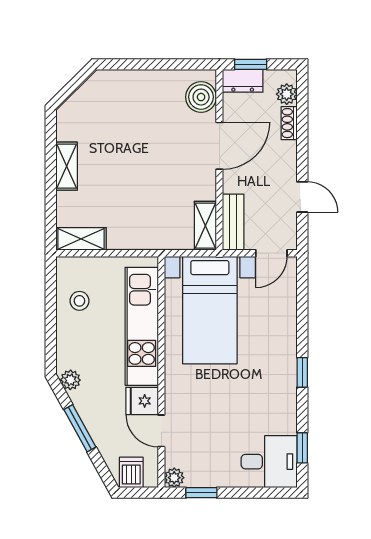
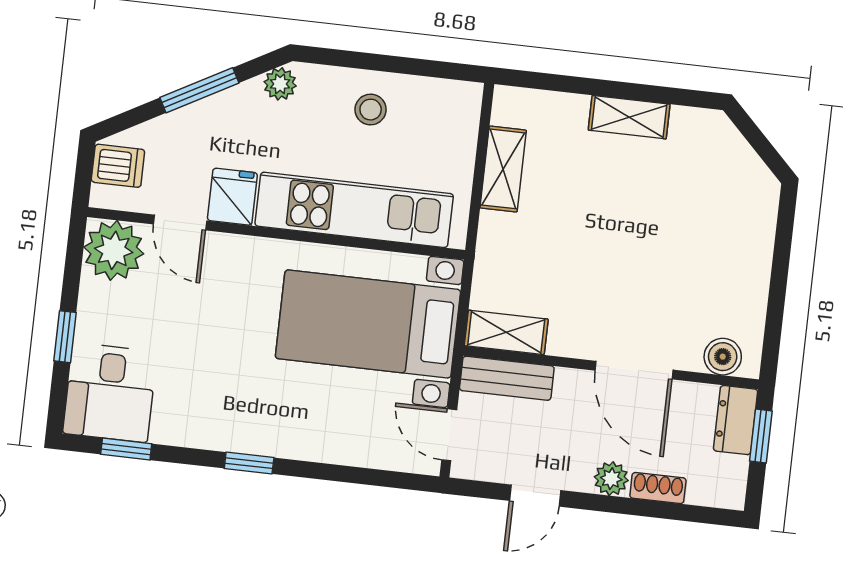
plant: (287, 94) -> (611, 479), moved
boiler: (201, 97) -> (723, 357), width x0.73, depth x0.73
shelving: (81, 239) -> (503, 169), moved
stool: (79, 301) -> (371, 110), moved
door: (161, 431) -> (180, 222), swing flipped
plant: (174, 478) -> (114, 250), width x1.87, depth x1.87
window: (201, 493) -> (65, 337), moved

